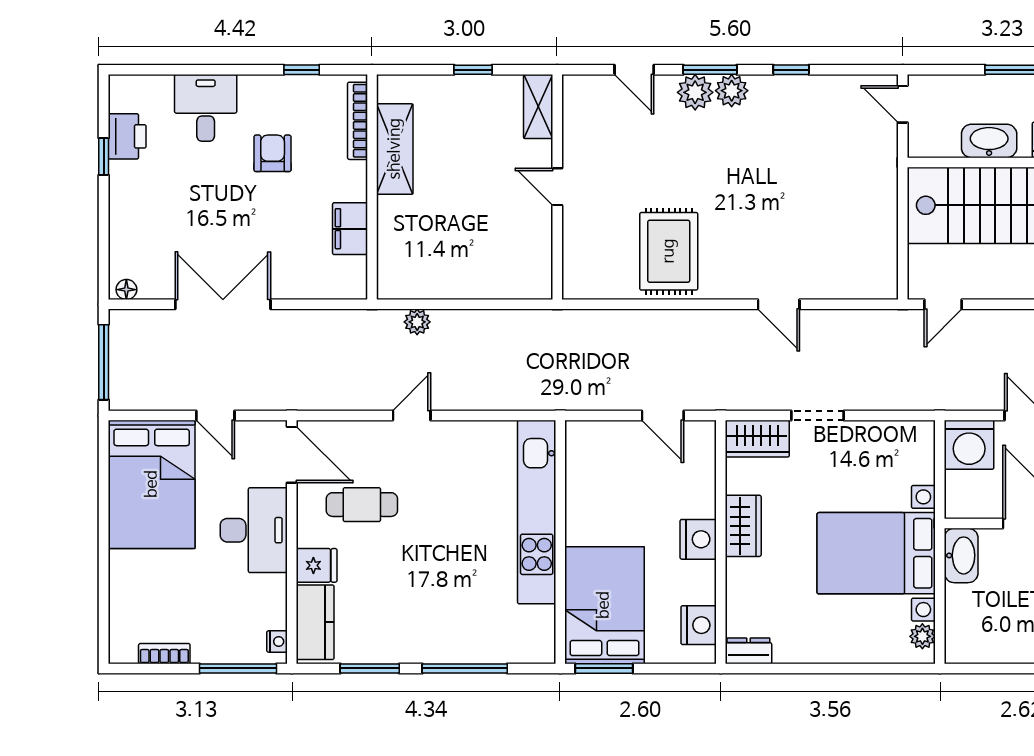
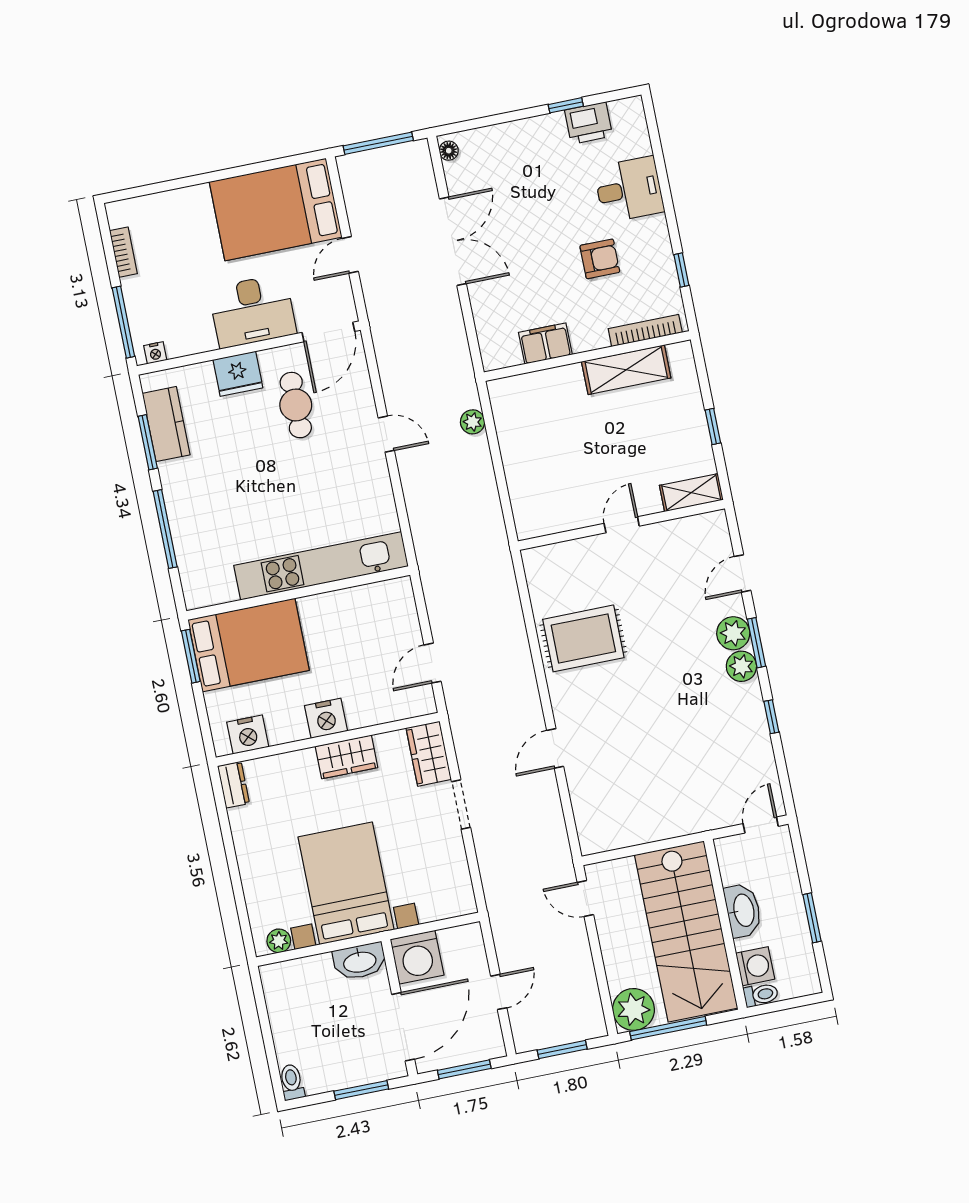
washing machine: (969, 445) -> (417, 957), moved, turned -90
fridge: (317, 565) -> (238, 374), width x1.38
kitchen counter: (315, 622) -> (166, 424), moved, turned -90

